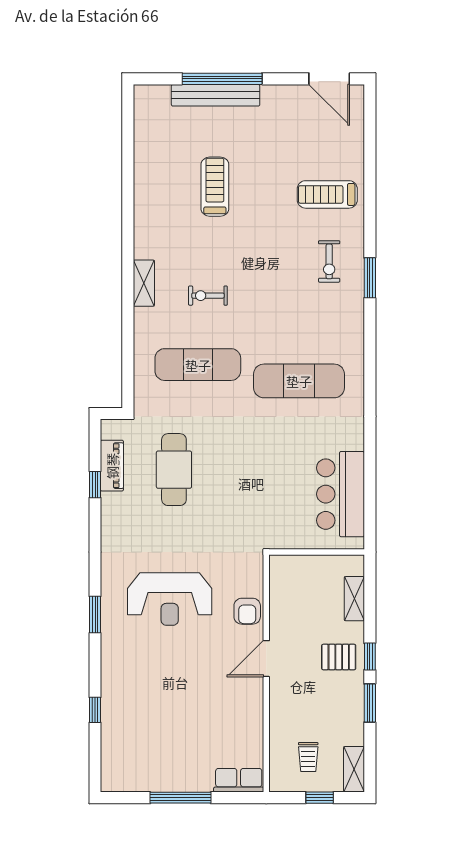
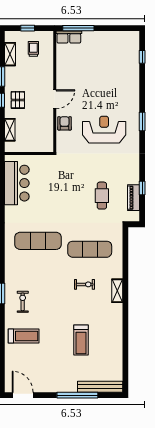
bench: (216, 95) -> (100, 387), moved
cafe table: (174, 470) -> (102, 196), width x0.73, depth x0.74
pallet: (339, 657) -> (18, 100), turned 90
window: (95, 710) -> (142, 57), moved
shelving: (354, 769) -> (10, 54), moved
window: (181, 798) -> (78, 28), moved

